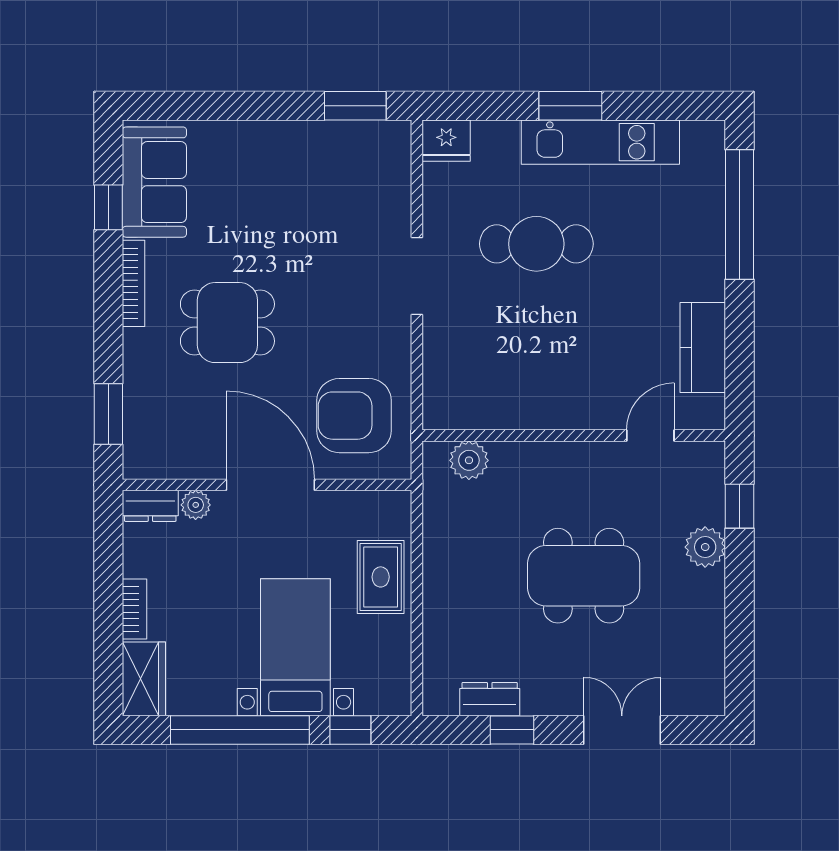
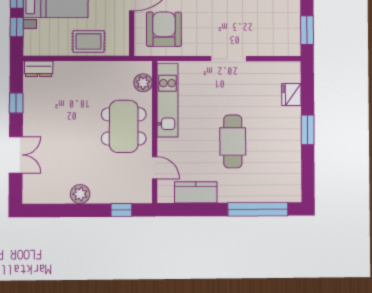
fridge: (446, 141) -> (291, 95), moved
kitchen unit: (600, 142) -> (168, 100), moved, turned 180
cafe table: (536, 244) -> (233, 141), moved
plant: (705, 547) -> (80, 194), moved
dining table: (584, 576) -> (124, 126), moved
dresser: (490, 699) -> (39, 69), moved, turned 90

